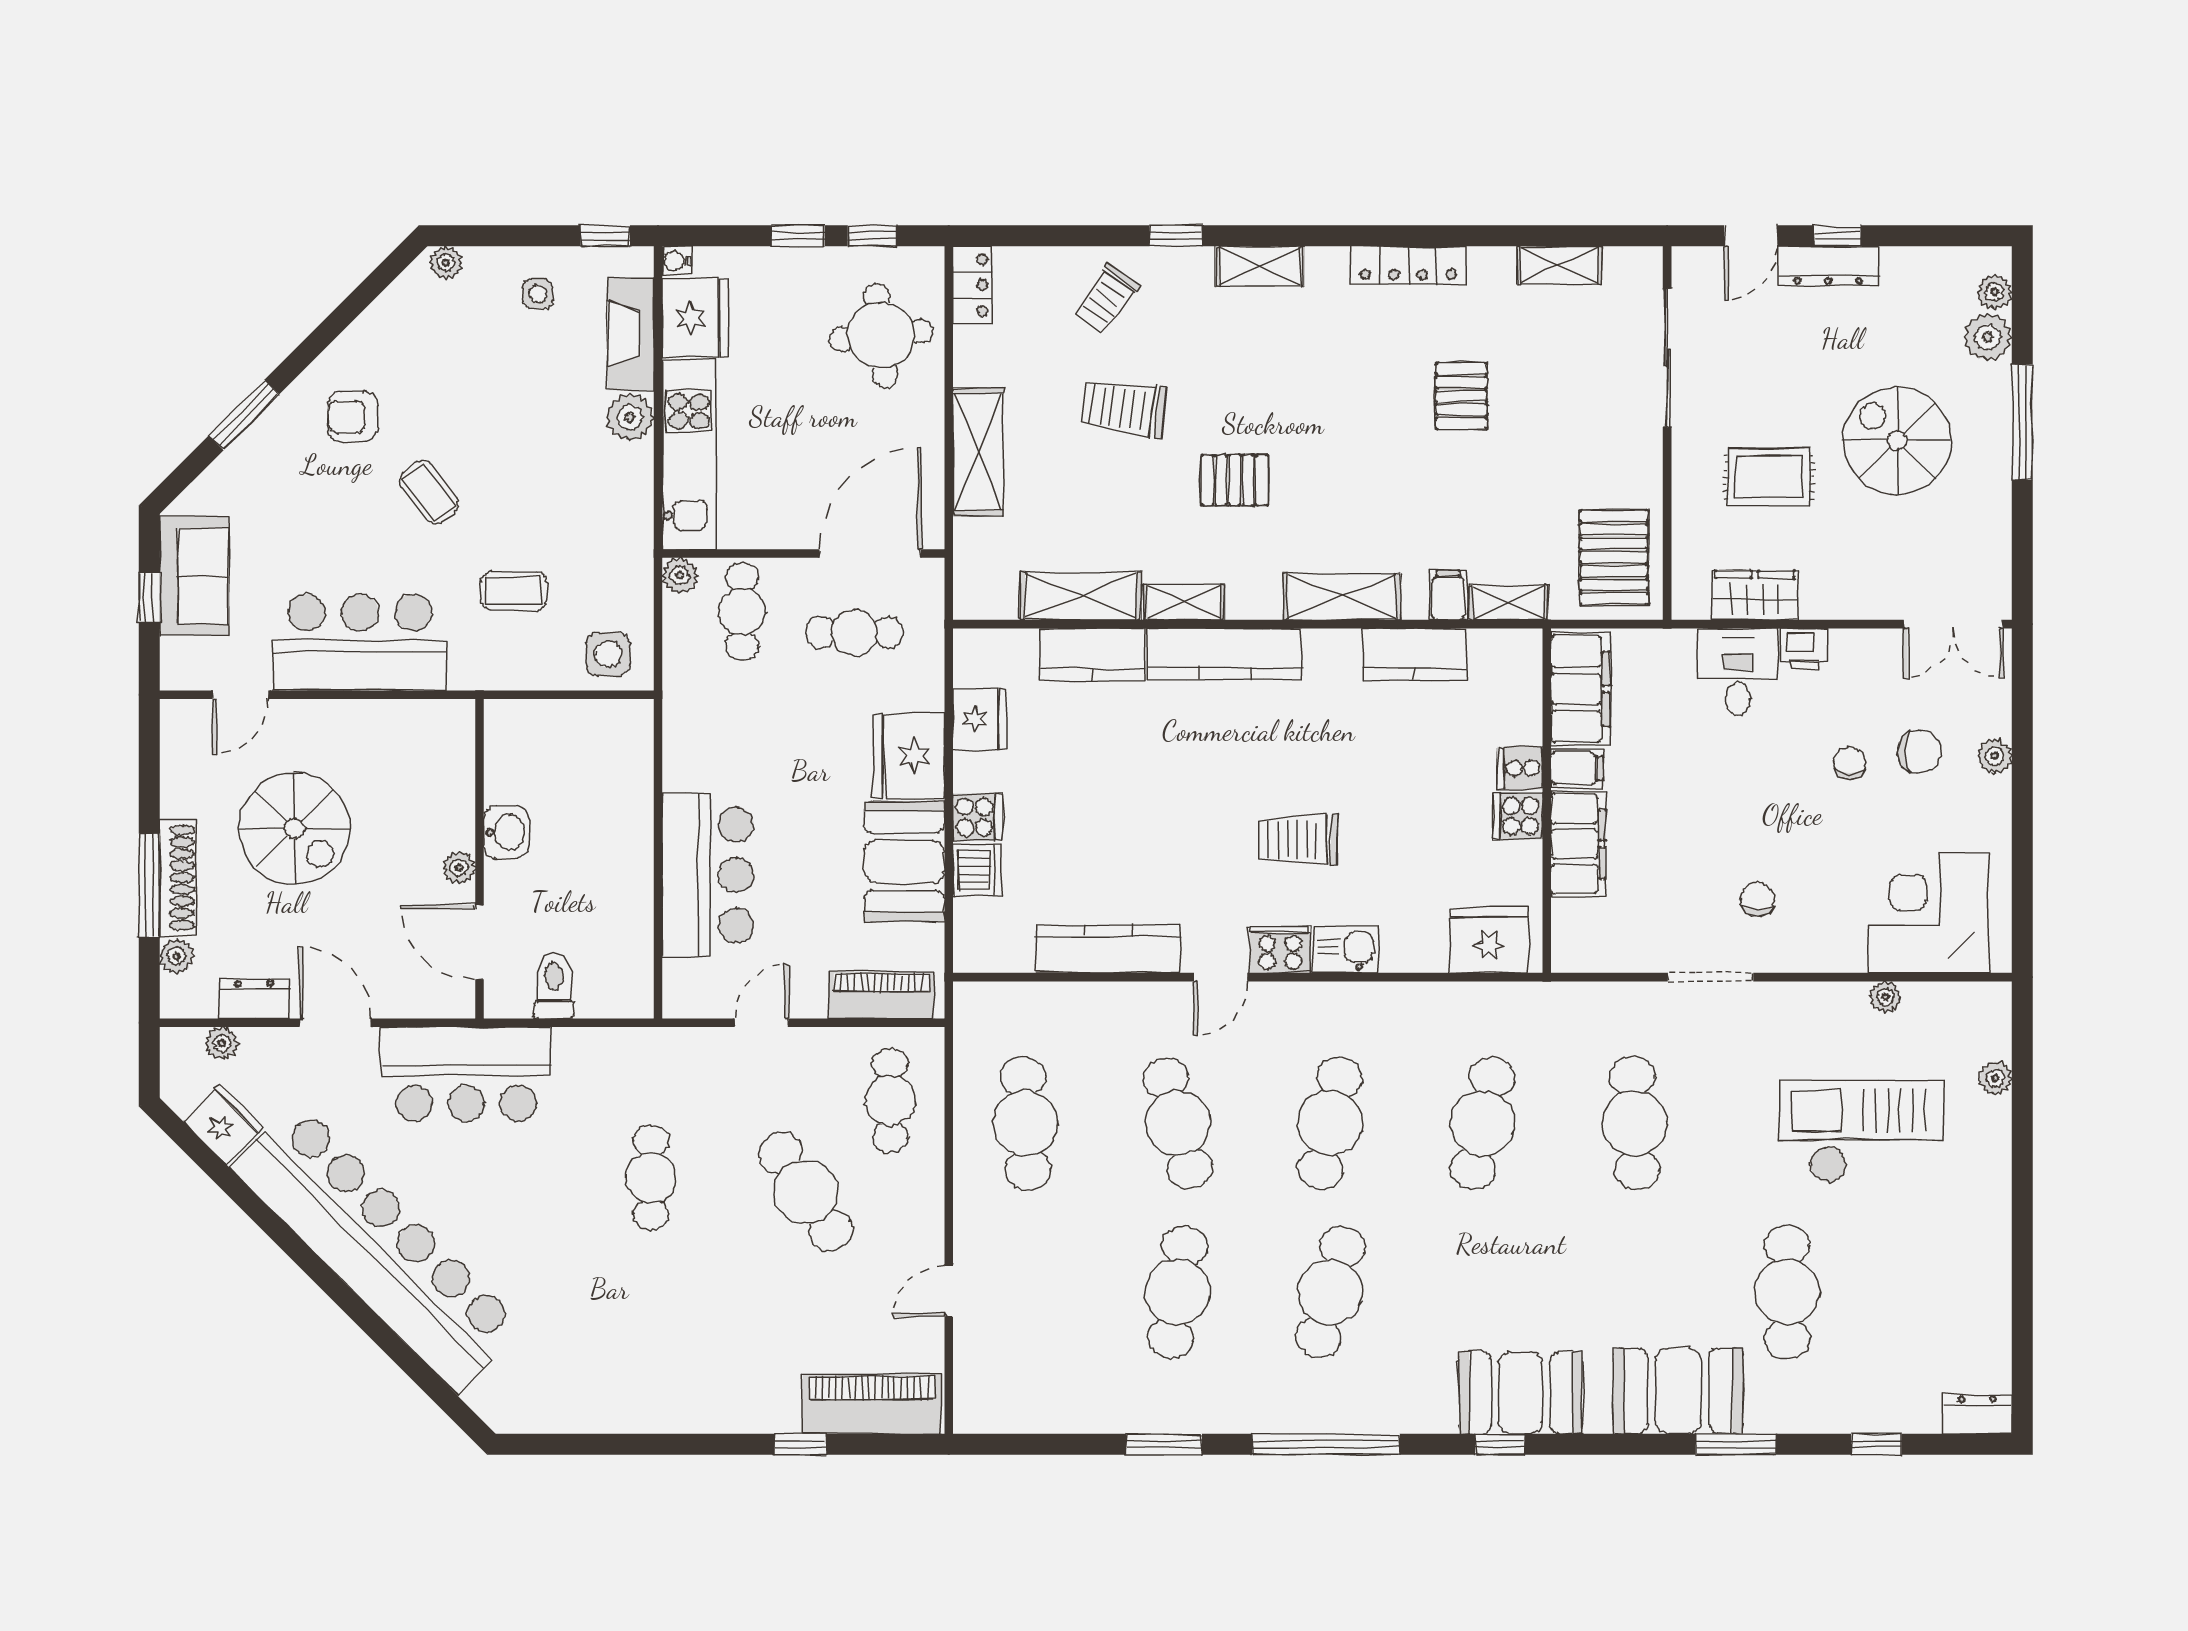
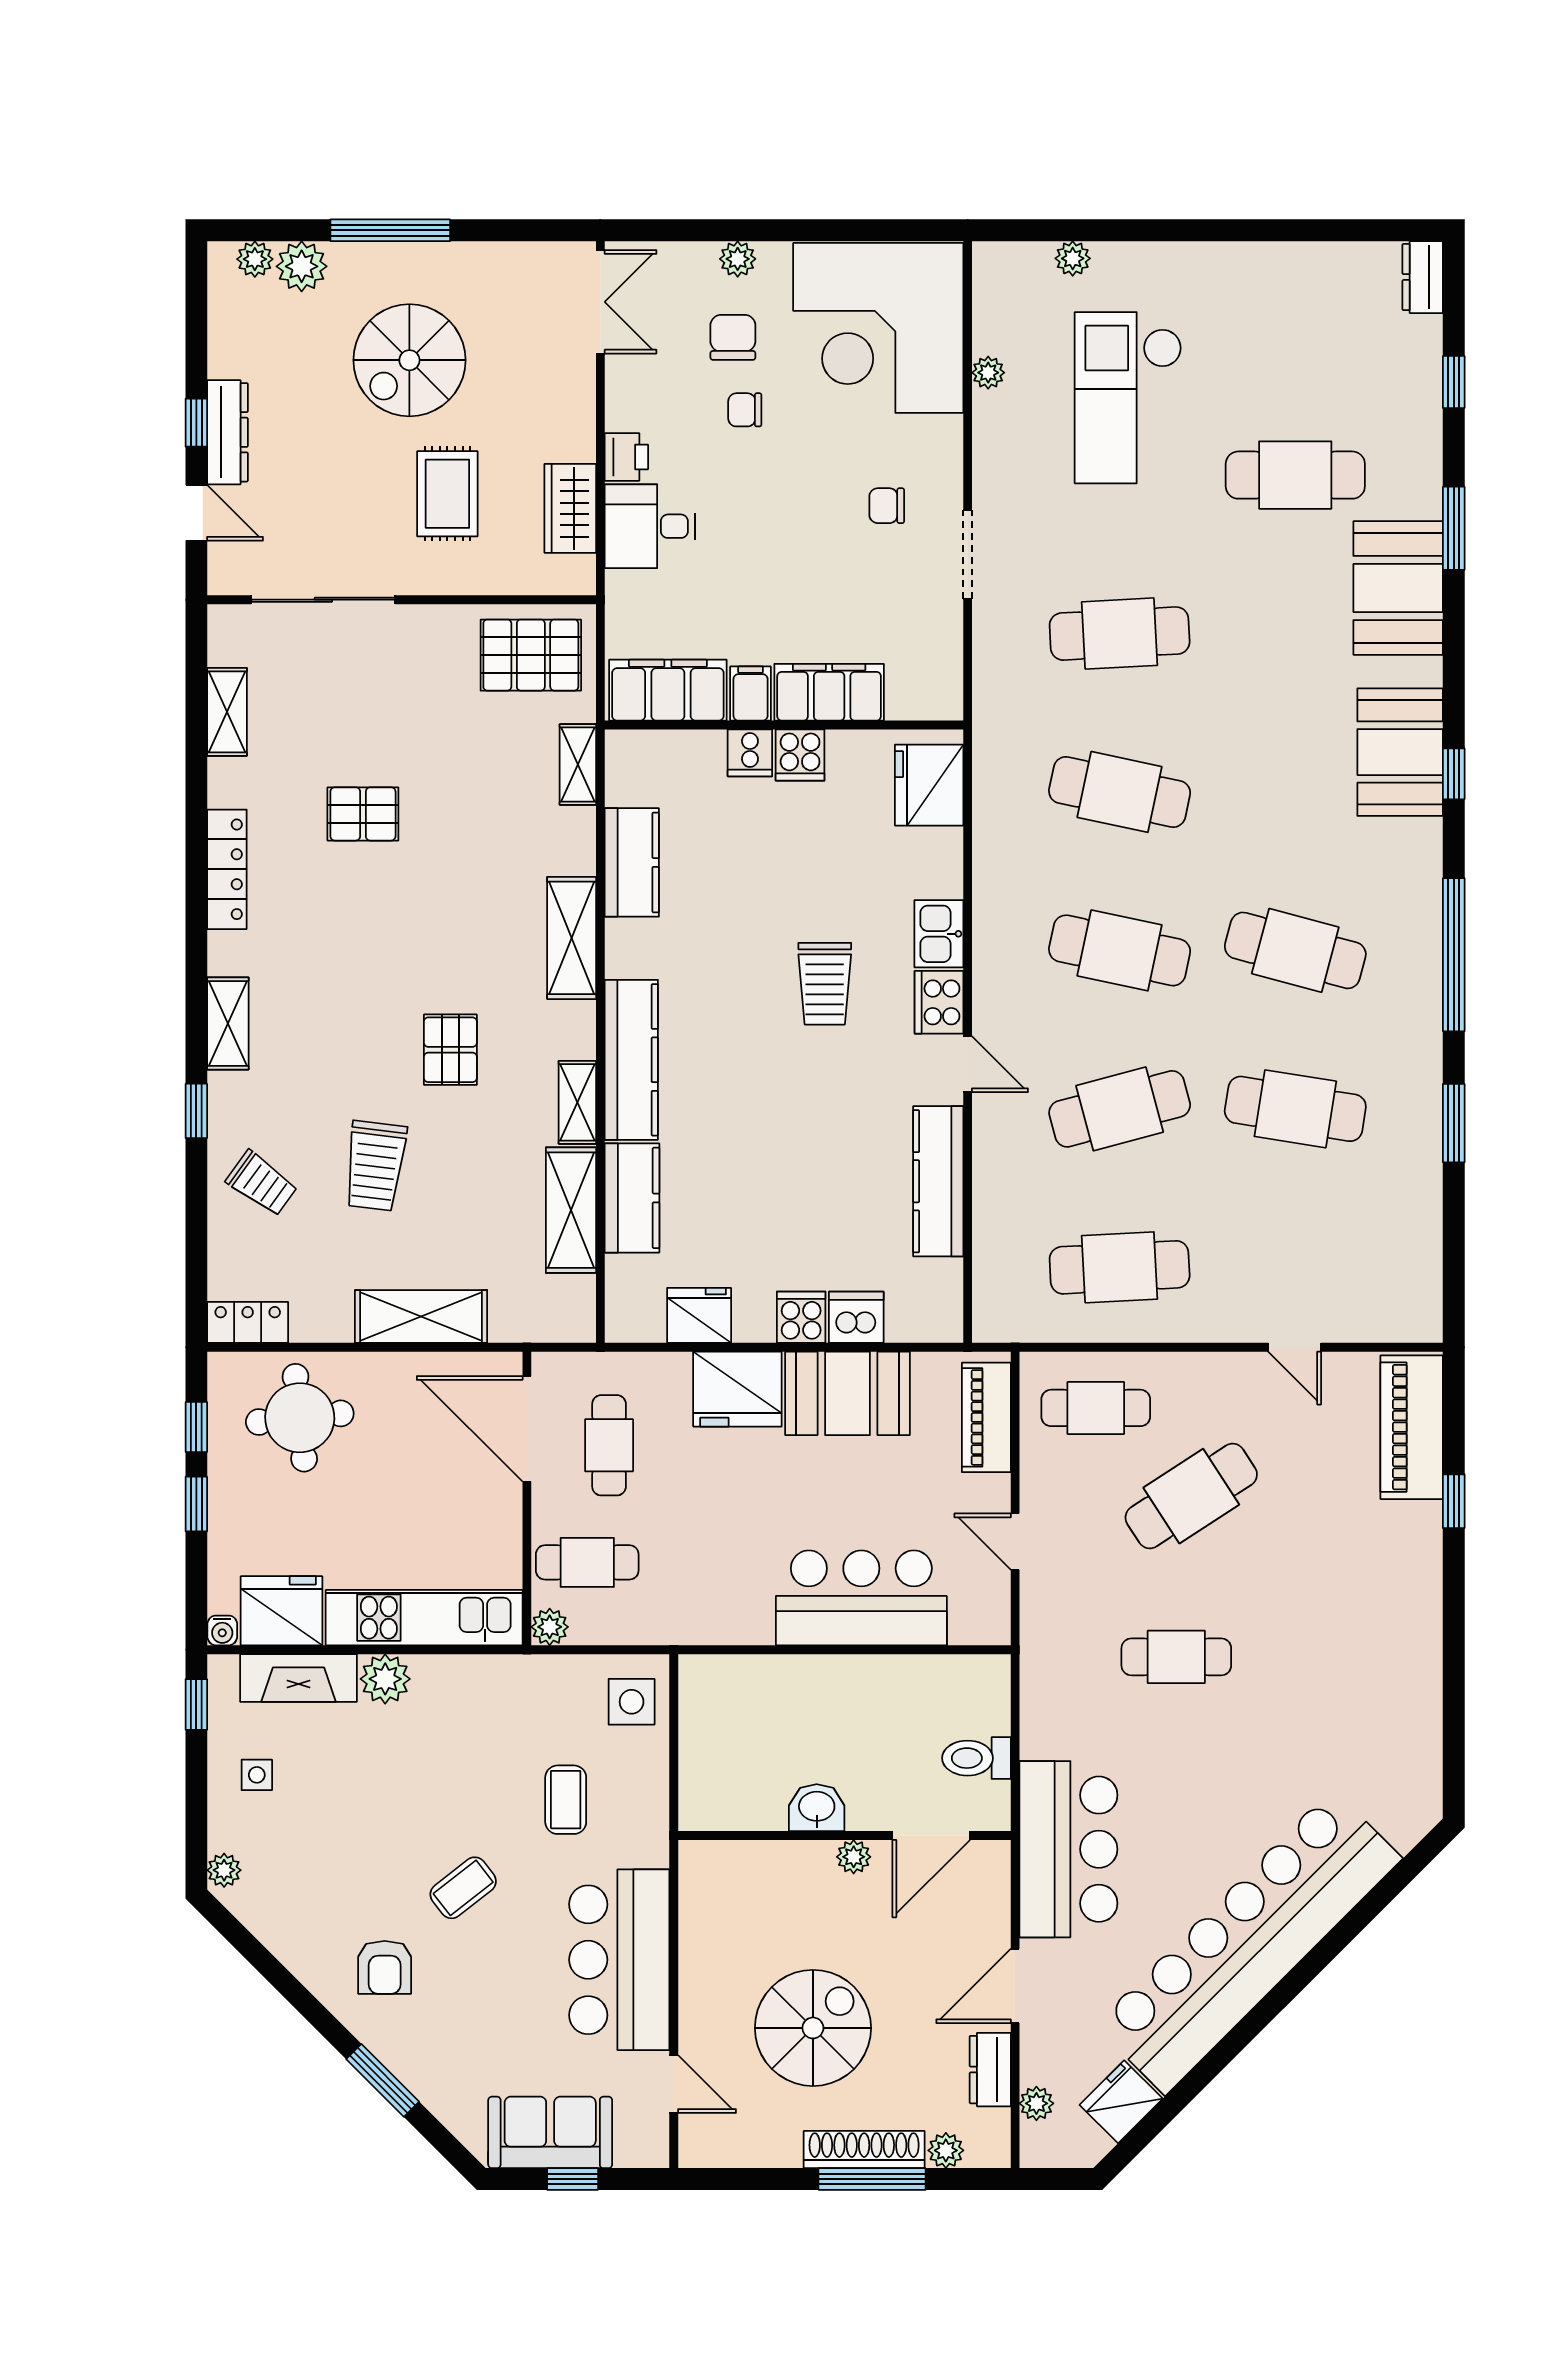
filing cabinet: (1448, 595) -> (570, 828), removed
corner desk: (1928, 913) -> (878, 328), width x1.36, depth x1.36

